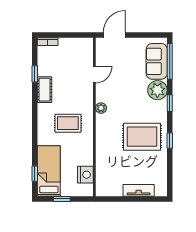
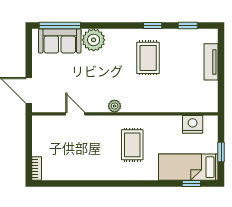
window: (35, 74) -> (74, 184), removed
cot: (45, 90) -> (93, 172), removed
window: (170, 103) -> (188, 25), moved
rug: (142, 137) -> (148, 58), width x0.73, depth x0.70

